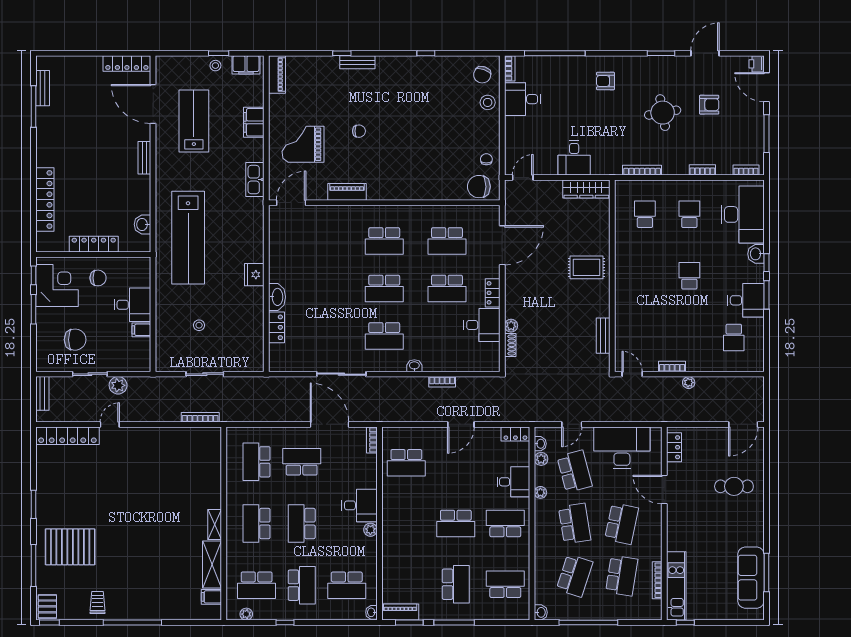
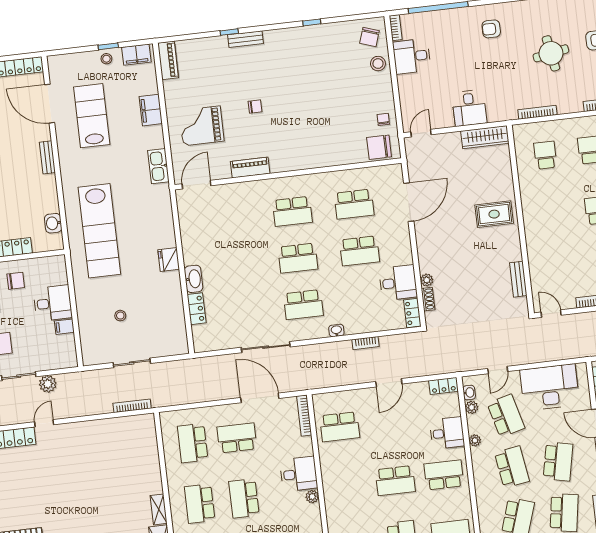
locker: (493, 293) -> (412, 313), moved
bookcase: (372, 440) -> (304, 416), width x1.56

